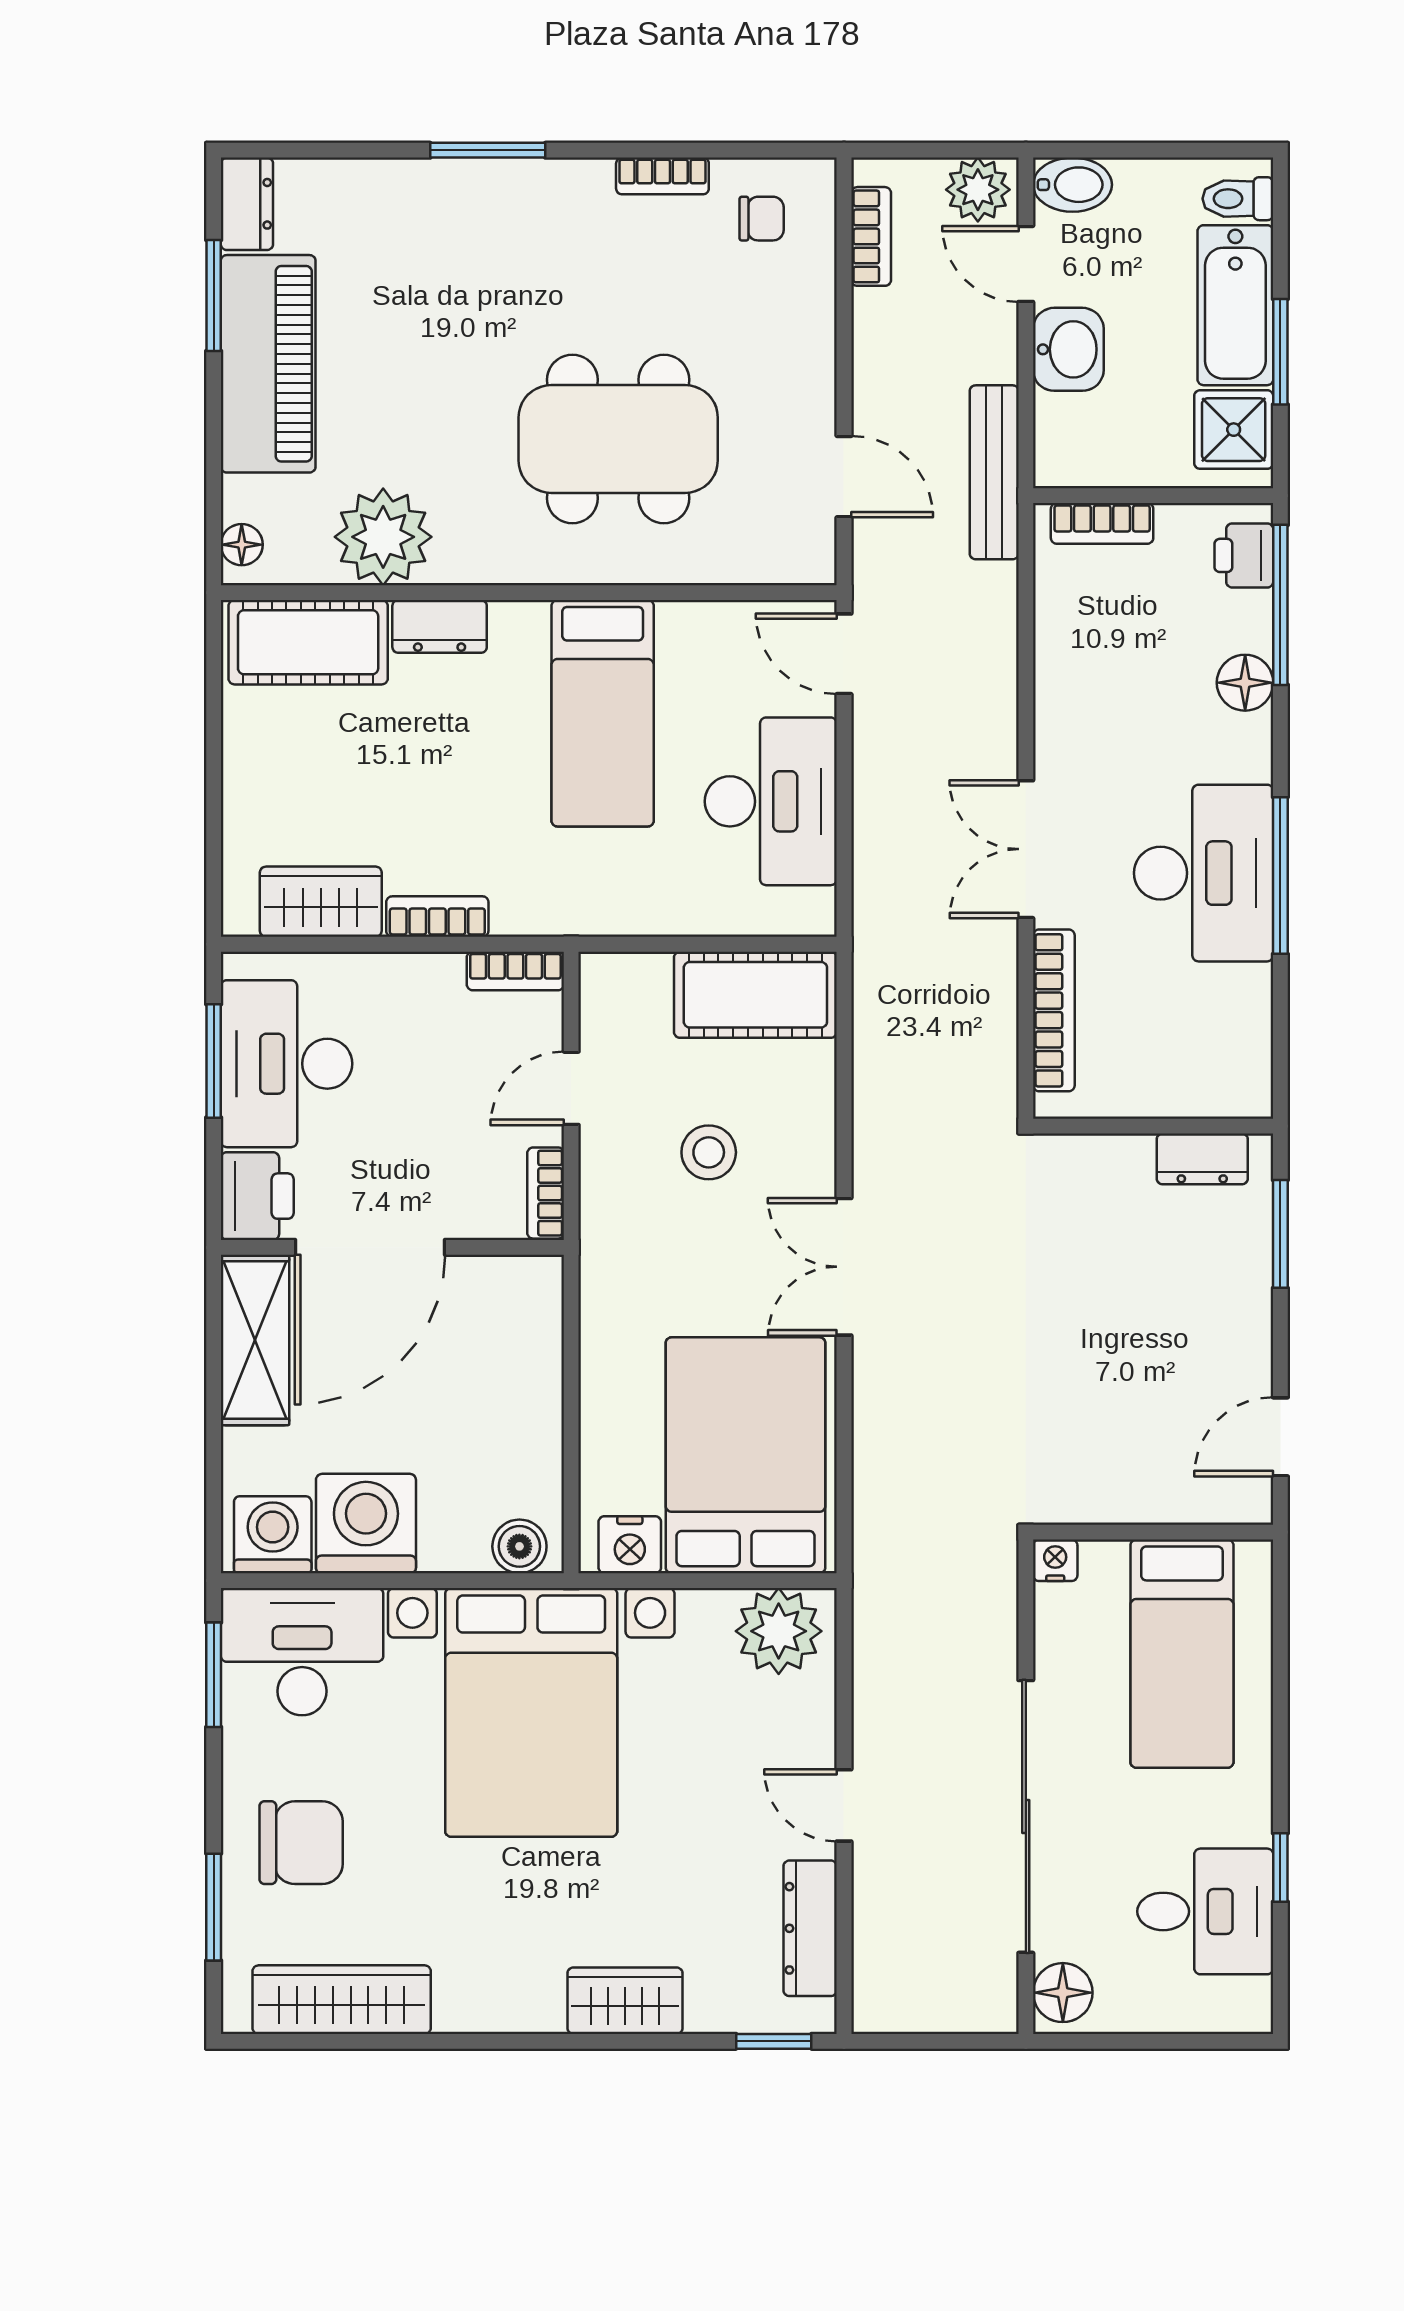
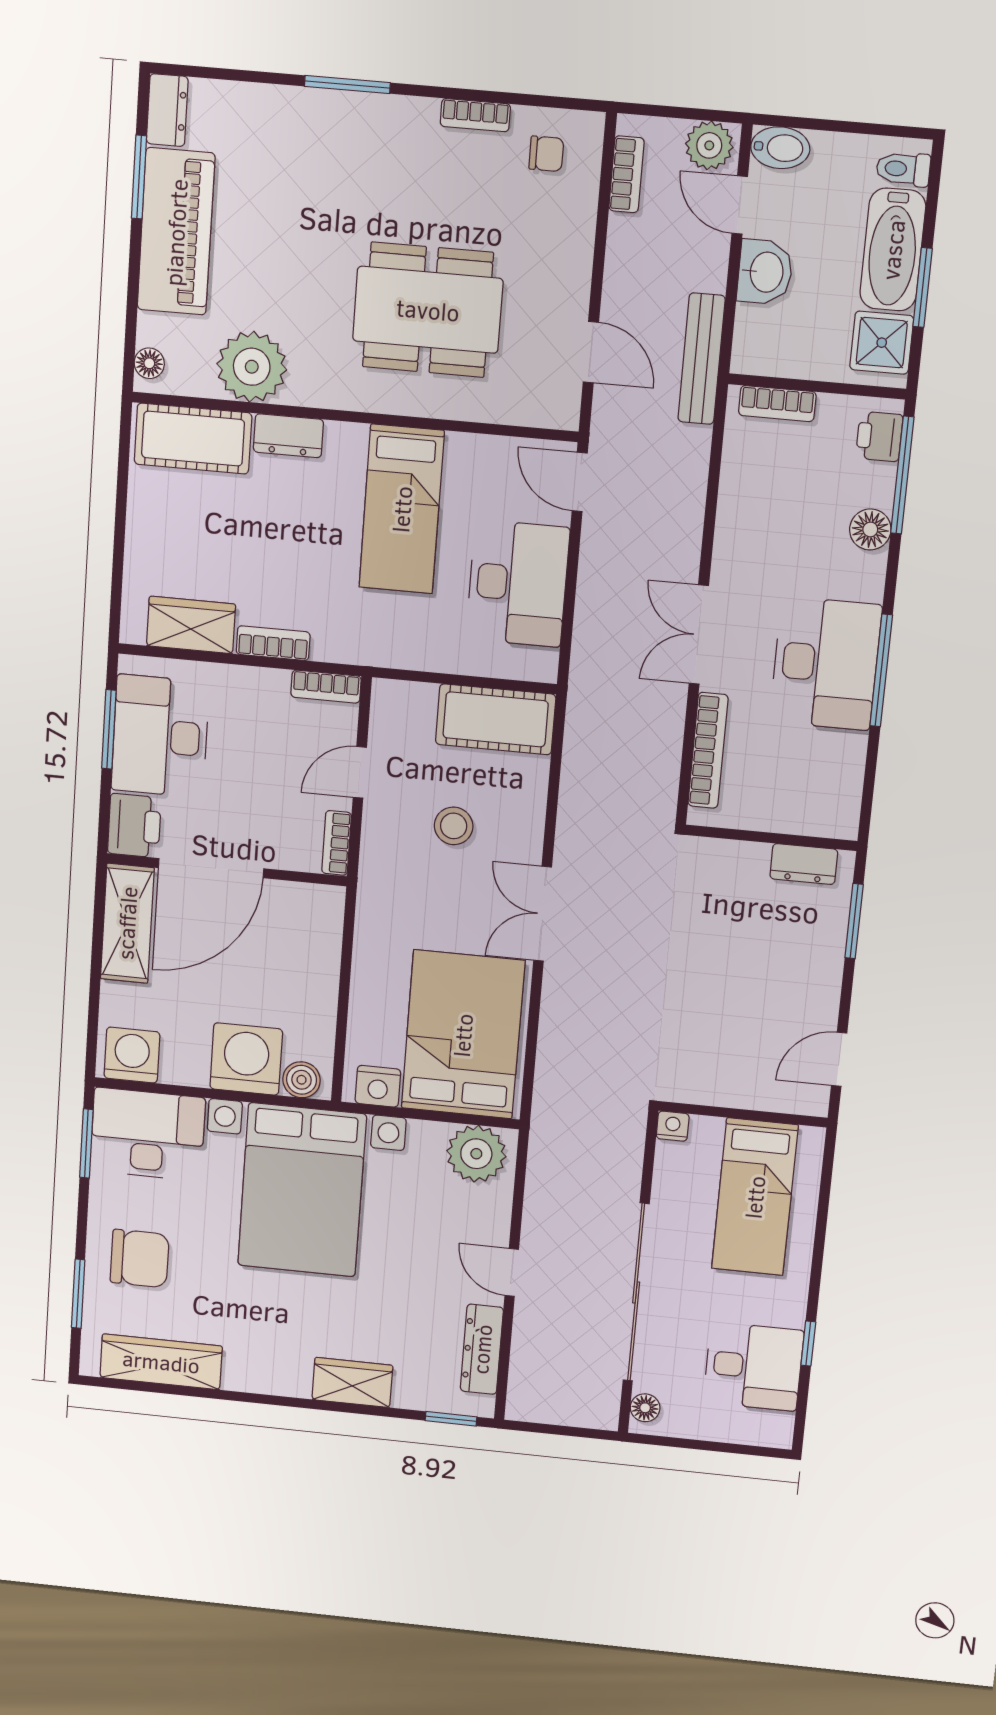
washing machine: (366, 1524) -> (246, 1059), moved
floor lamp: (1063, 1993) -> (645, 1408), width x0.73, depth x0.73

